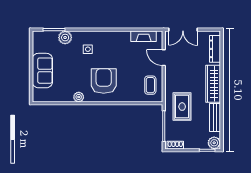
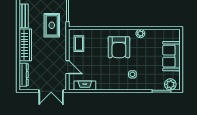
double door: (183, 30) -> (51, 91), swing flipped
plant: (65, 38) -> (170, 84), moved

